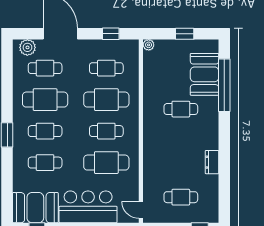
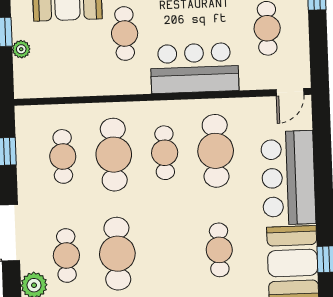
plant: (149, 45) -> (21, 49), moved
cafe table: (45, 131) -> (168, 252), removed
bar counter: (158, 151) -> (194, 68), added

